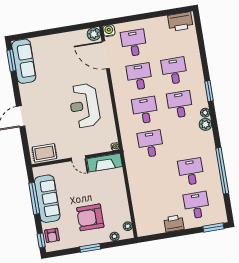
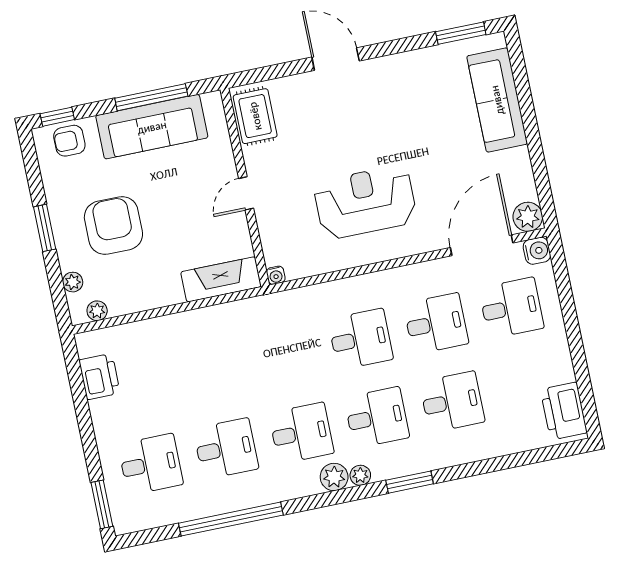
sofa: (24, 61) -> (497, 100), moved, turned 90
desk: (151, 144) -> (301, 433), moved
fireplace: (105, 163) -> (221, 279), moved, turned 90
printer: (174, 223) -> (99, 377), moved

